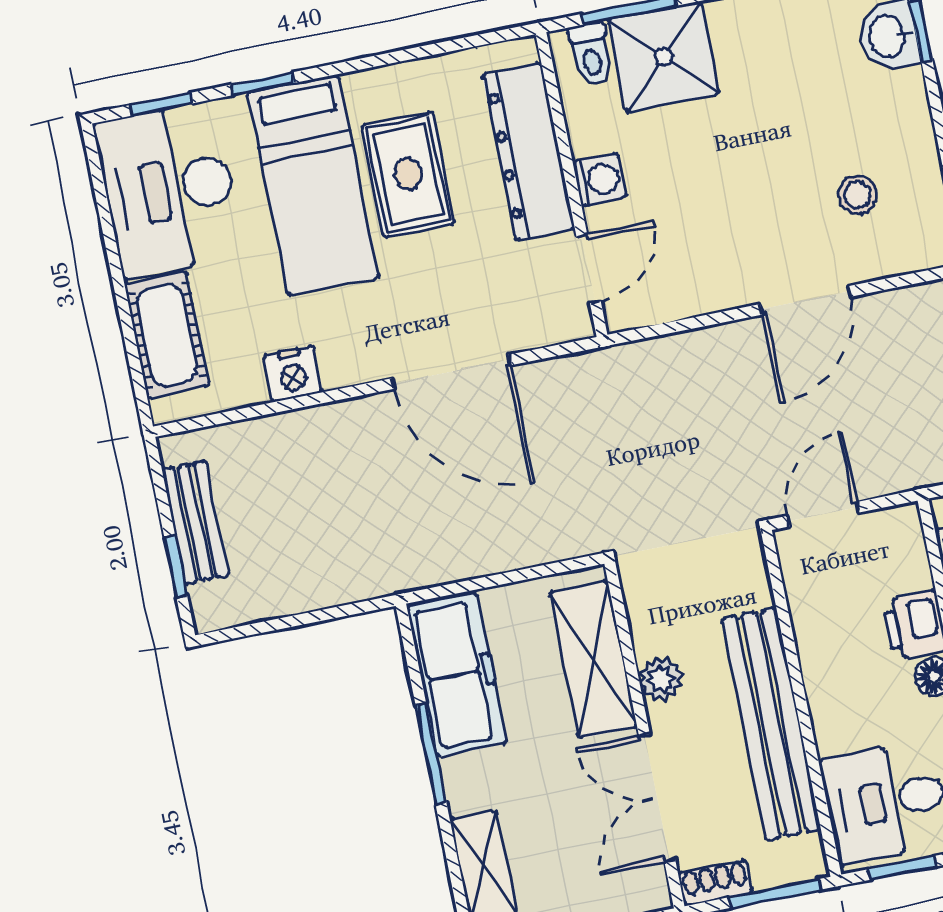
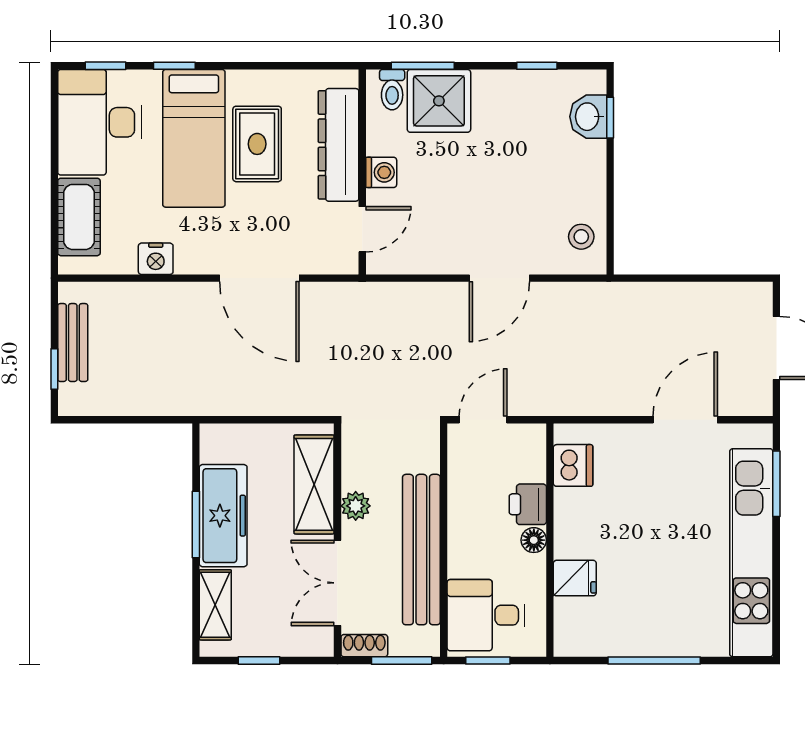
stool: (858, 195) -> (581, 237), moved
freezer: (457, 675) -> (223, 516), moved

